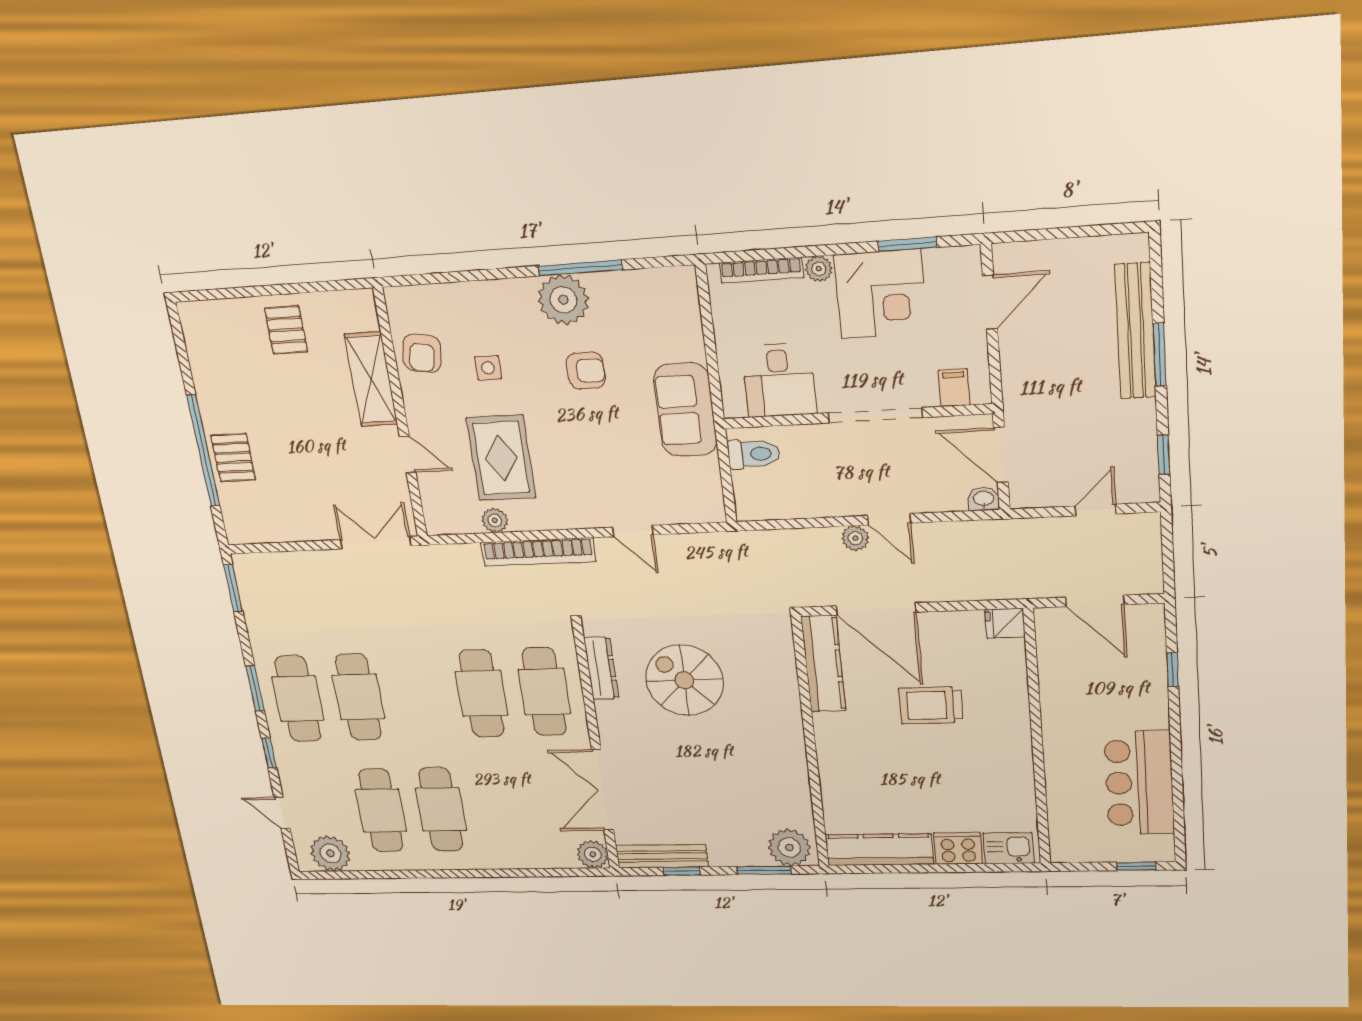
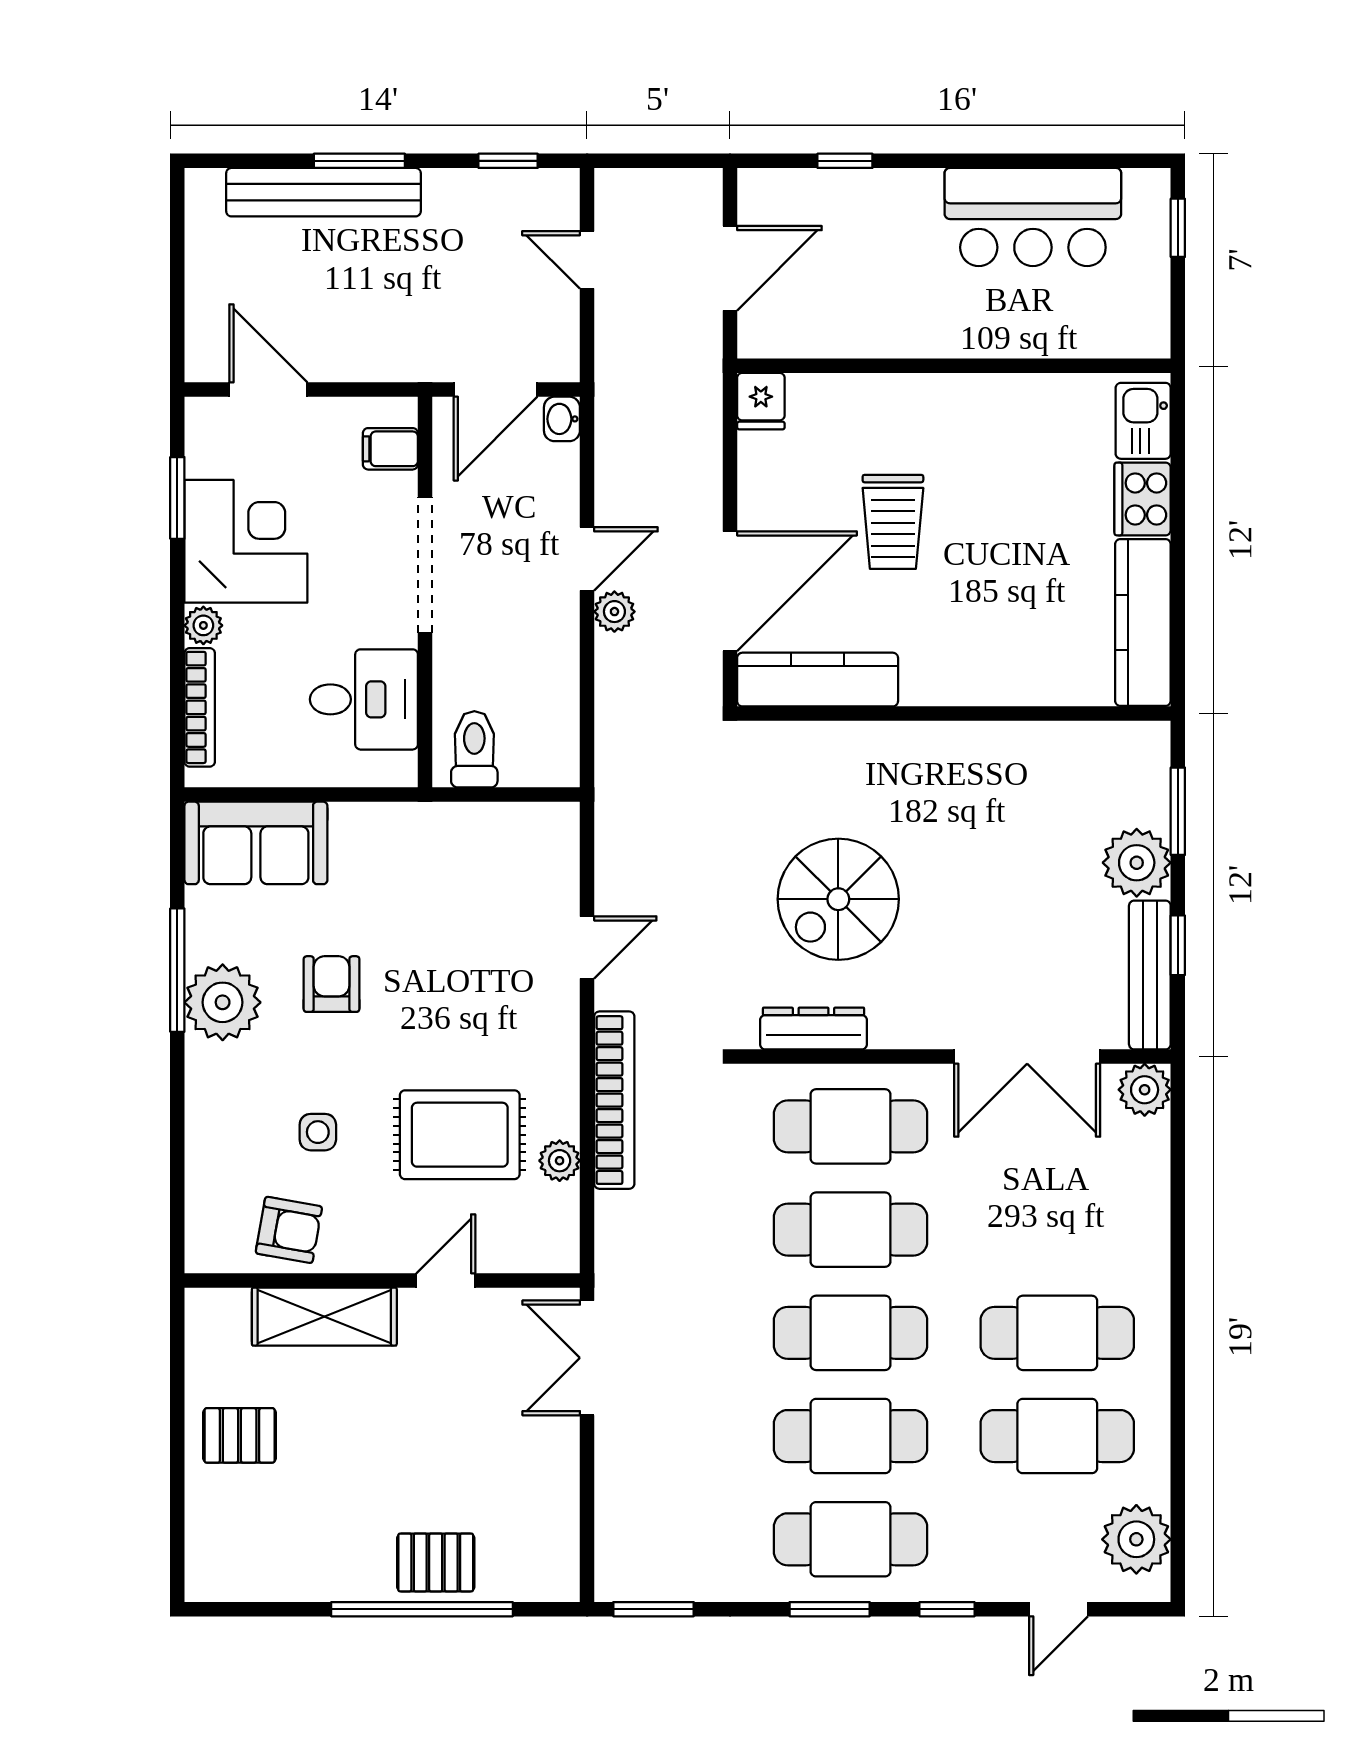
sofa: (685, 410) -> (256, 843), moved
cafe table: (420, 695) -> (851, 1333), added
plant: (789, 847) -> (1137, 863), moved

